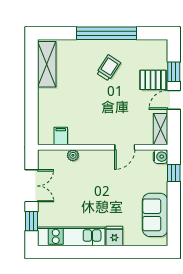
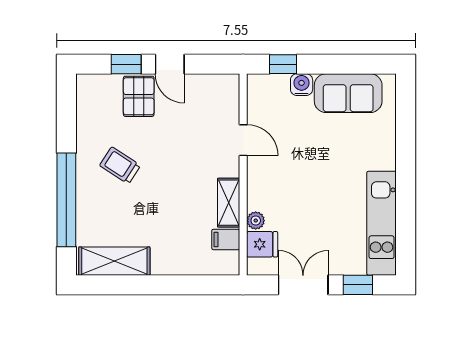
window: (106, 33) -> (66, 200), moved
shelving: (161, 129) -> (229, 203), moved, turned 90
water cooler: (161, 157) -> (302, 85), moved
fridge: (114, 236) -> (262, 244), moved, turned 180

